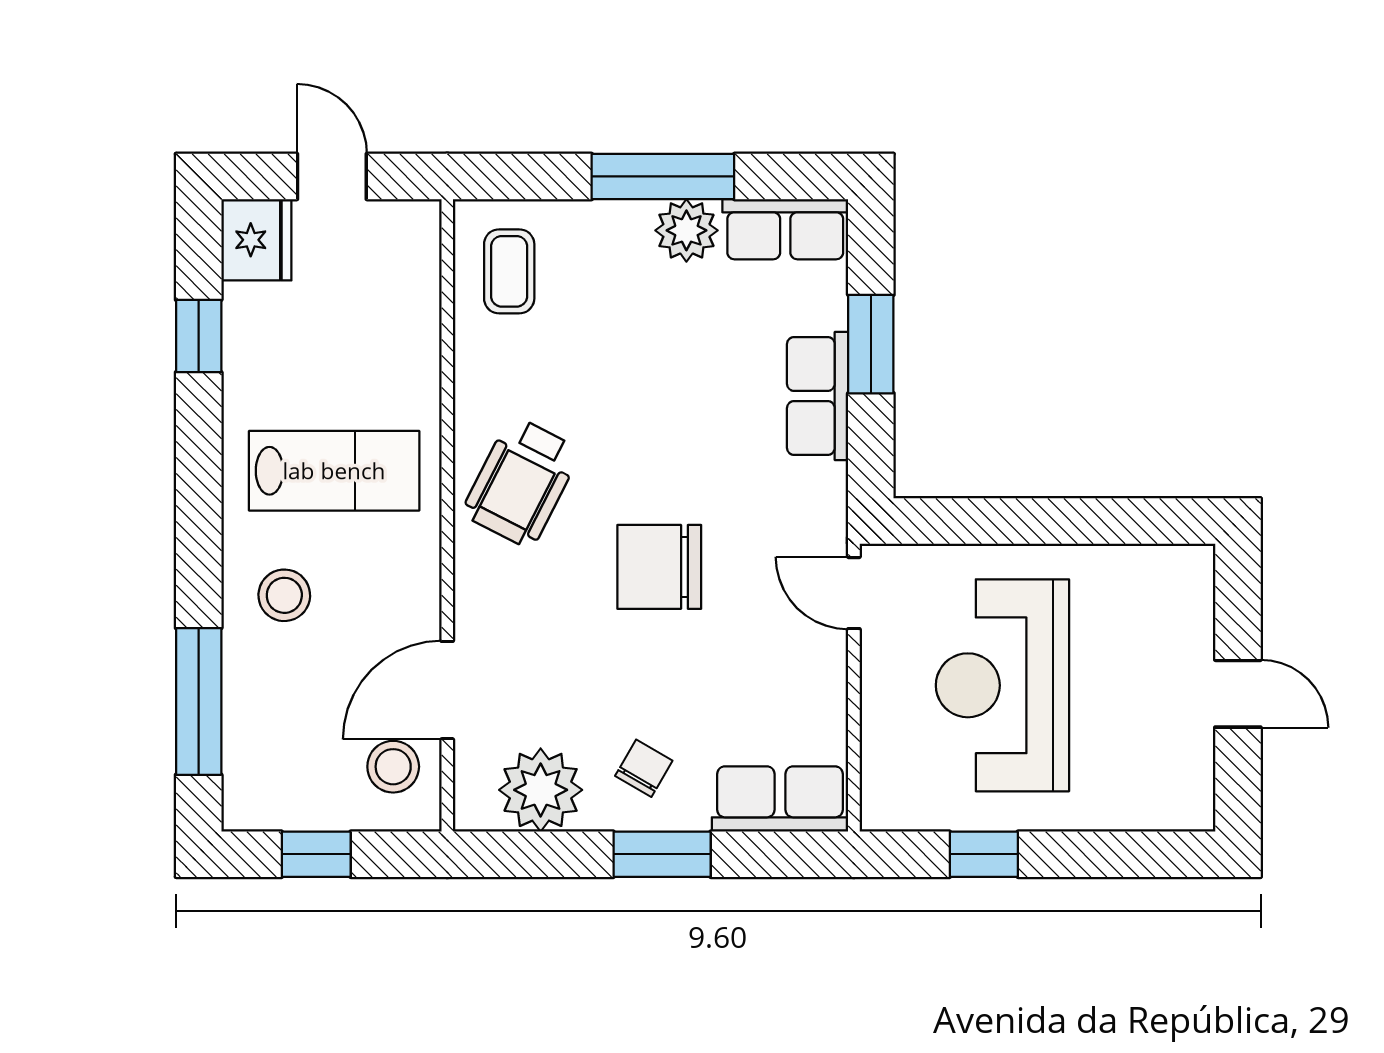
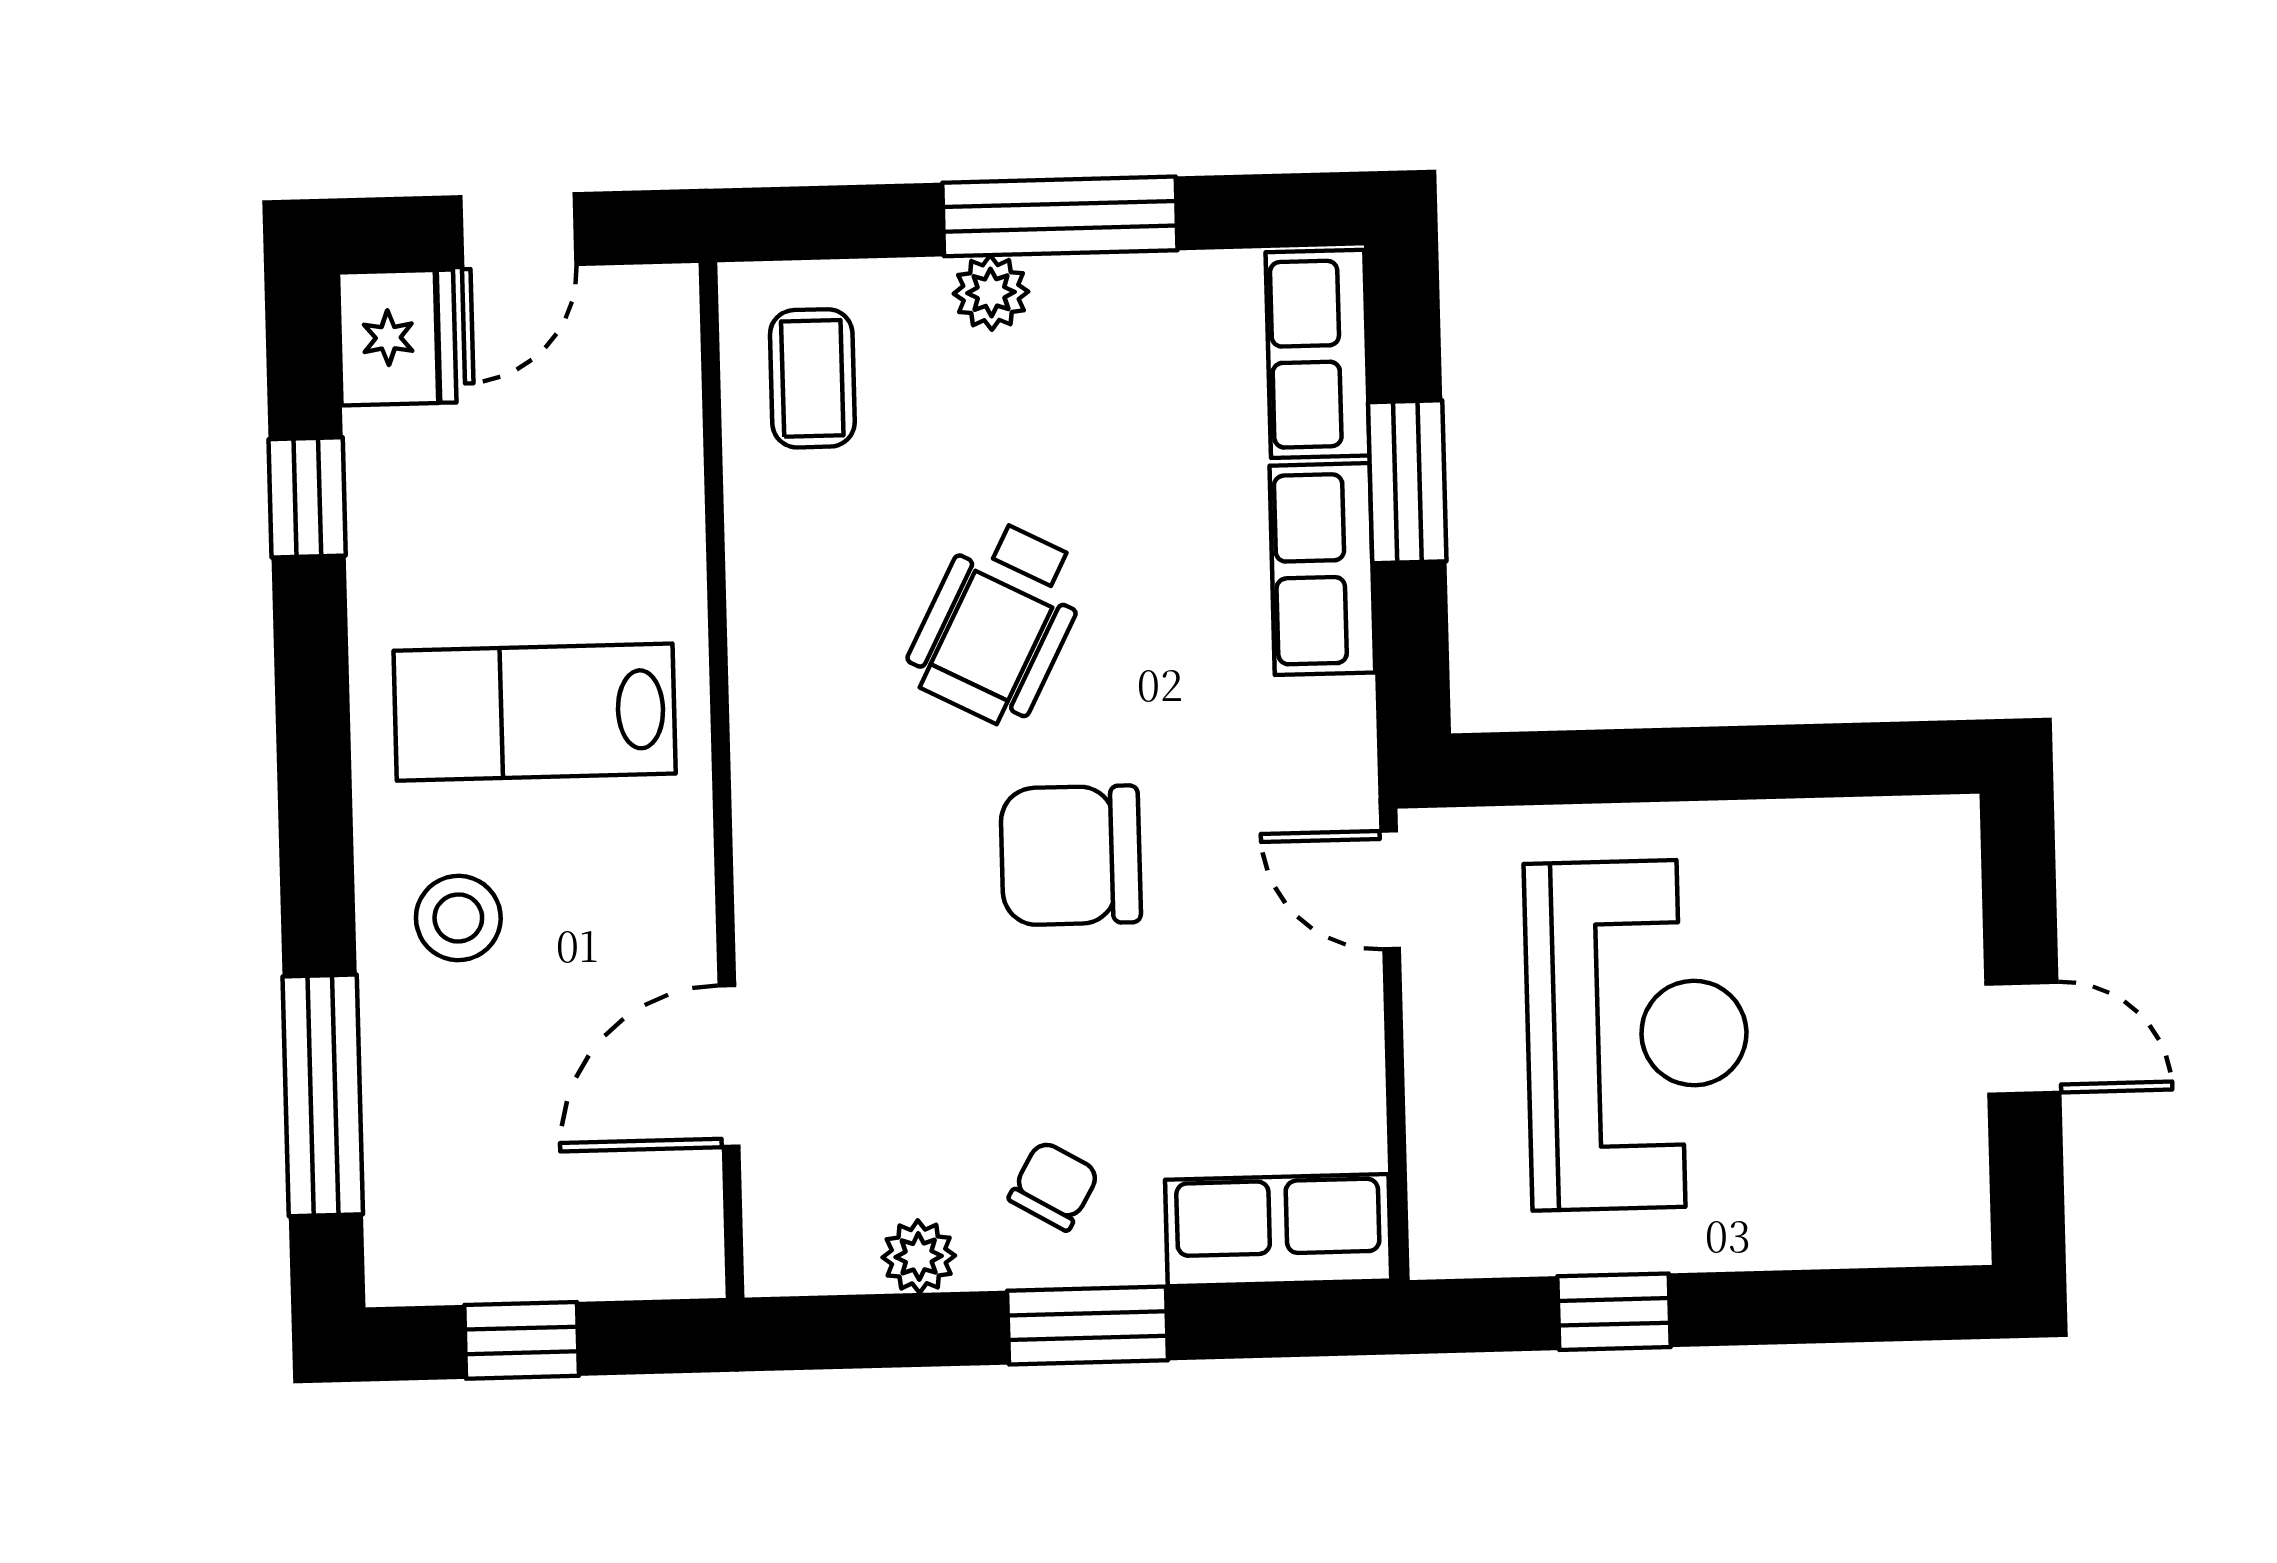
door: (332, 176) -> (518, 231), swing flipped
row of seats: (785, 229) -> (1318, 354), moved, turned 90
plant: (686, 230) -> (991, 293), moved, width x0.73, depth x0.73
lab bench: (334, 471) -> (535, 712), turned 180
wheelchair: (521, 482) -> (998, 622), moved
reception desk: (1002, 685) -> (1637, 1035), turned 180
stool: (393, 767) -> (644, 1194), removed
plant: (541, 790) -> (919, 1257), width x0.53, depth x0.53

